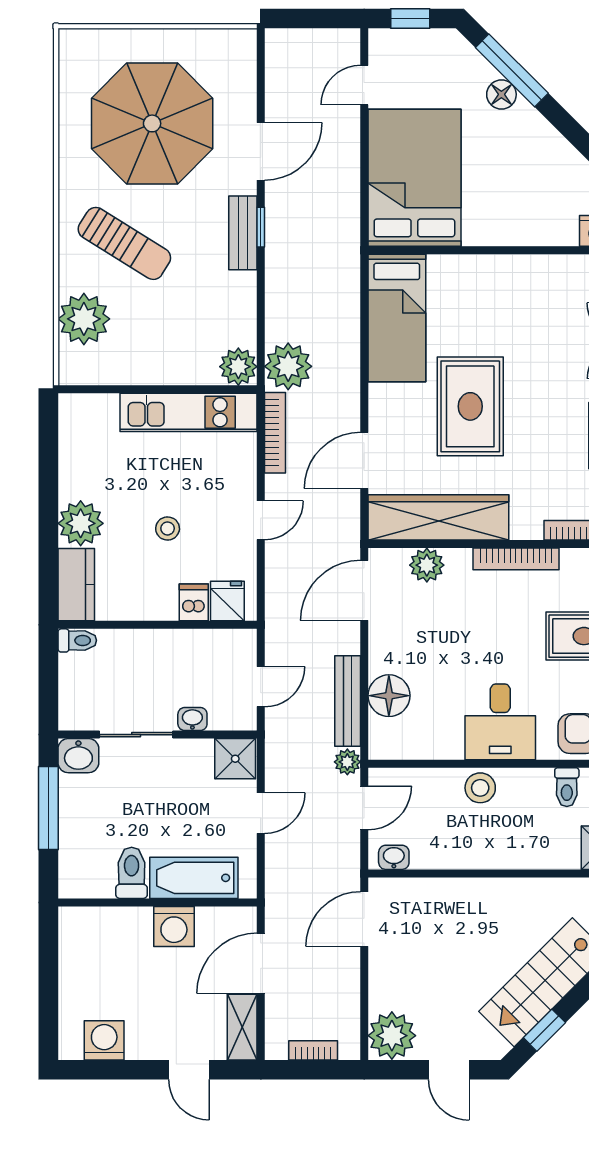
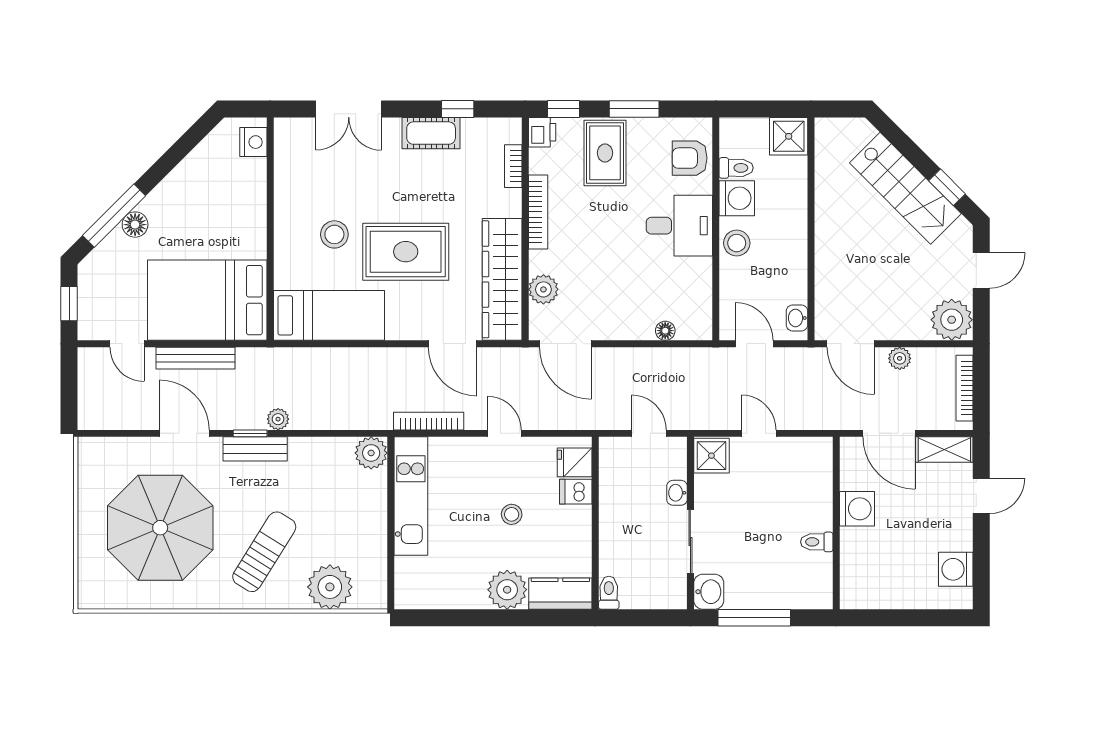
stool: (490, 324) -> (334, 234), added
plant: (288, 366) -> (278, 419), moved, width x0.53, depth x0.53
floor lamp: (389, 696) -> (665, 331), width x0.53, depth x0.53
bench: (348, 701) -> (196, 358), moved
plant: (347, 762) -> (900, 358), moved
washing machine: (532, 788) -> (737, 198), added
toilet: (132, 873) -> (817, 542), width x0.73, depth x0.72
bathtub: (194, 878) -> (815, 491), removed
bookcase: (313, 1050) -> (964, 388), width x1.56

